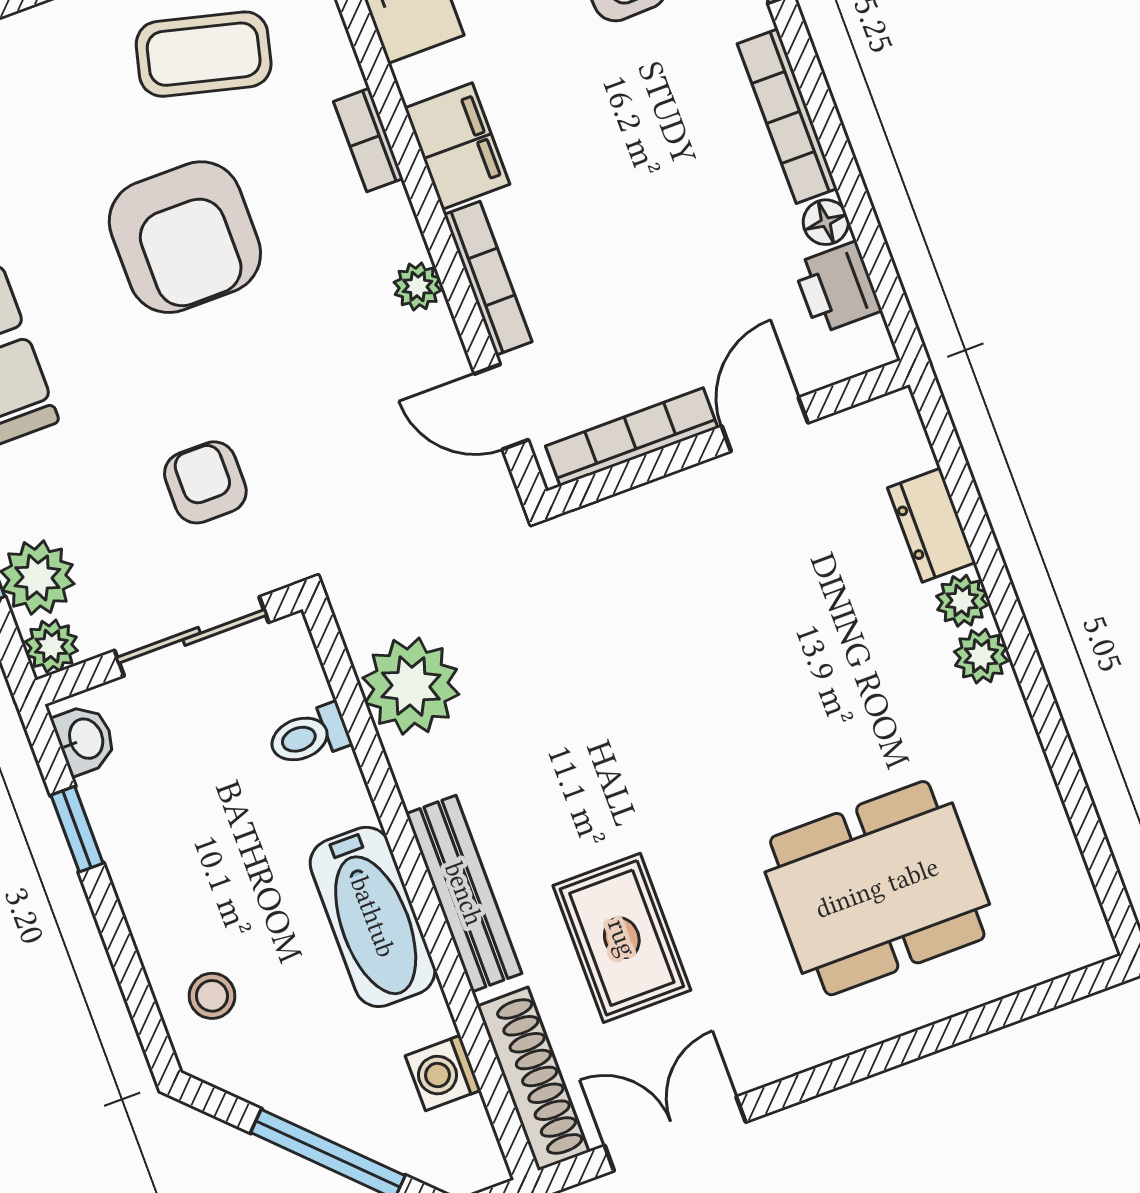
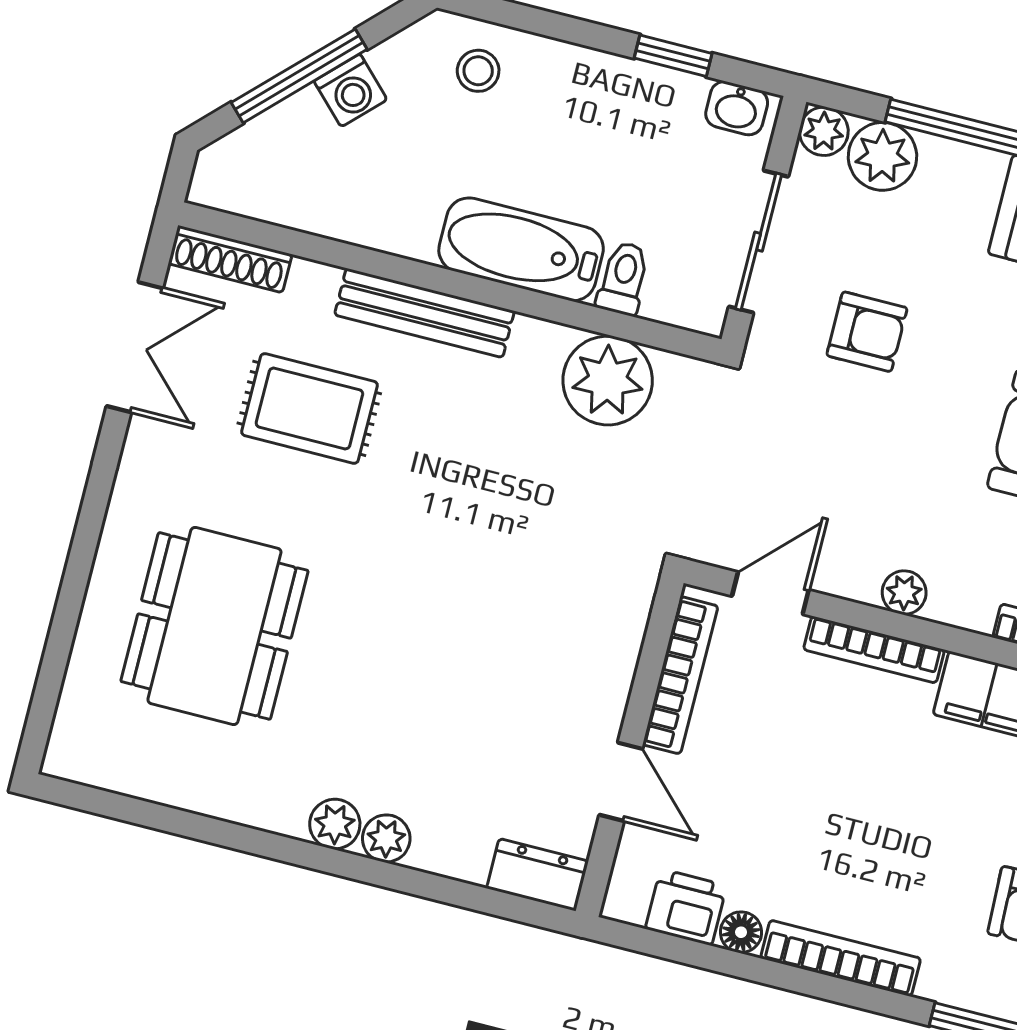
dresser: (931, 525) -> (538, 875), moved
bathtub: (373, 917) -> (521, 249), moved
washing machine: (443, 1073) -> (350, 90), moved, turned 135
shoe rack: (533, 1079) -> (230, 259), width x0.74, depth x0.81

